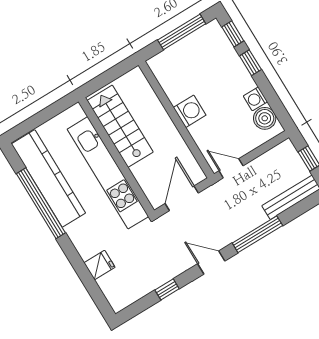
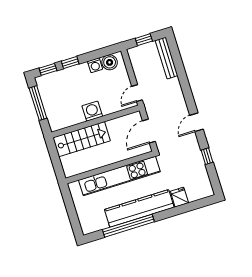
stairs: (120, 126) -> (82, 139), moved, turned 180
kitchen counter: (48, 178) -> (139, 208), moved
door: (182, 198) -> (149, 131), hinge flipped
window: (257, 234) -> (186, 87), removed

